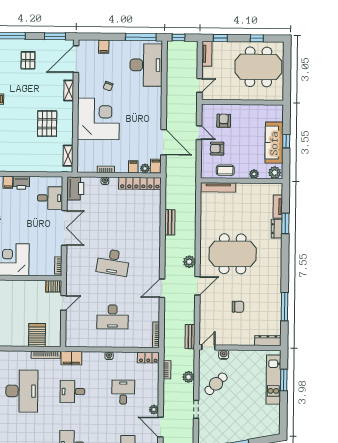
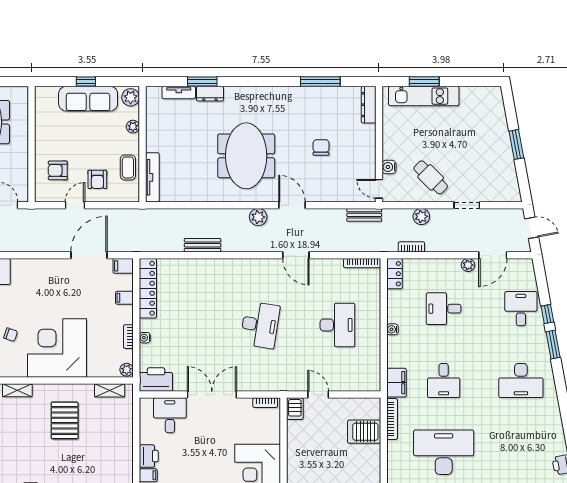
pallet: (47, 124) -> (65, 420), turned 90
plant: (145, 168) -> (127, 370), moved

